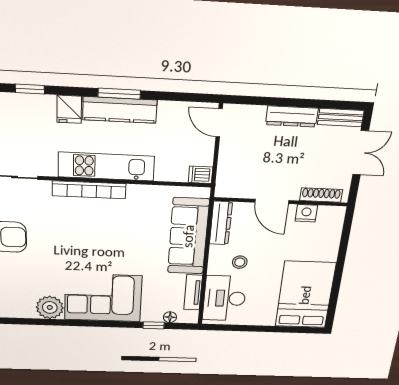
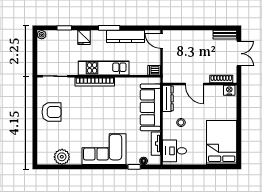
kitchen counter: (120, 110) -> (125, 36), moved
dresser: (292, 116) -> (199, 35), removed
nightstand: (306, 213) -> (229, 90), moved
desk: (224, 298) -> (175, 151), width x0.73
plant: (50, 307) -> (62, 157), moved

